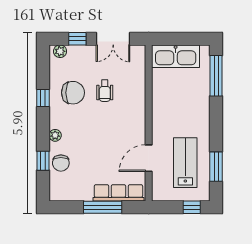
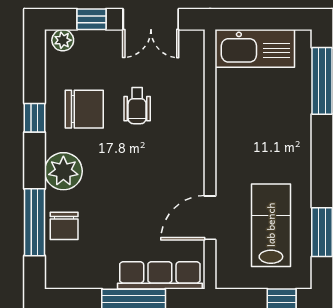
plant: (55, 135) -> (63, 171), width x1.87, depth x1.87
window: (43, 161) -> (34, 222), width x2.17

